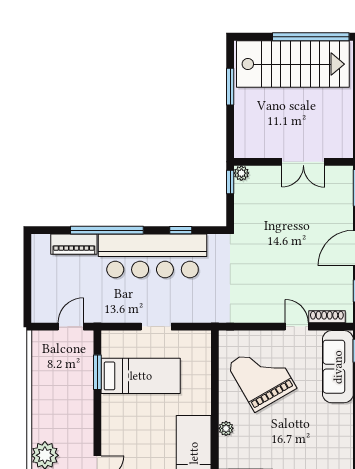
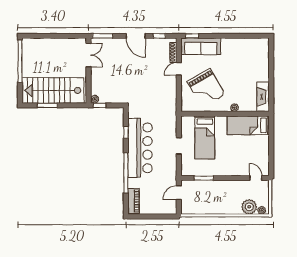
stairs: (293, 64) -> (53, 90), moved, turned -90
double door: (303, 162) -> (88, 55), moved
piano: (74, 244) -> (134, 201), moved
door: (71, 327) -> (179, 193), hinge flipped
bed: (141, 376) -> (205, 137), moved, turned 180
grand piano: (262, 376) -> (206, 88), turned -90

